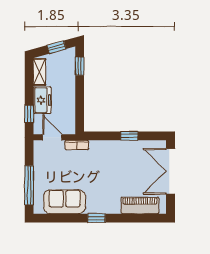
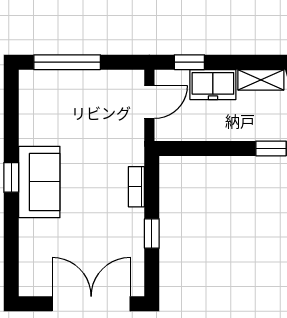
bookcase: (77, 145) -> (136, 187), moved
sofa: (65, 202) -> (39, 182), moved
piano: (140, 205) -> (33, 252), removed

